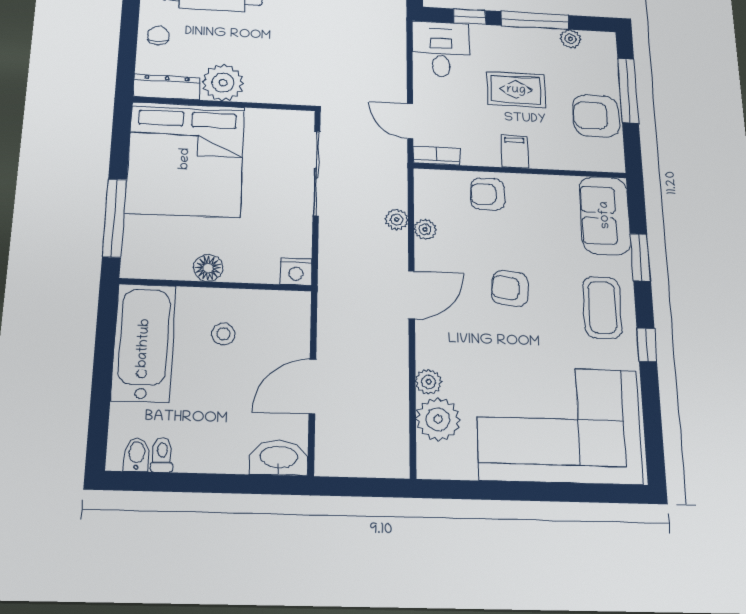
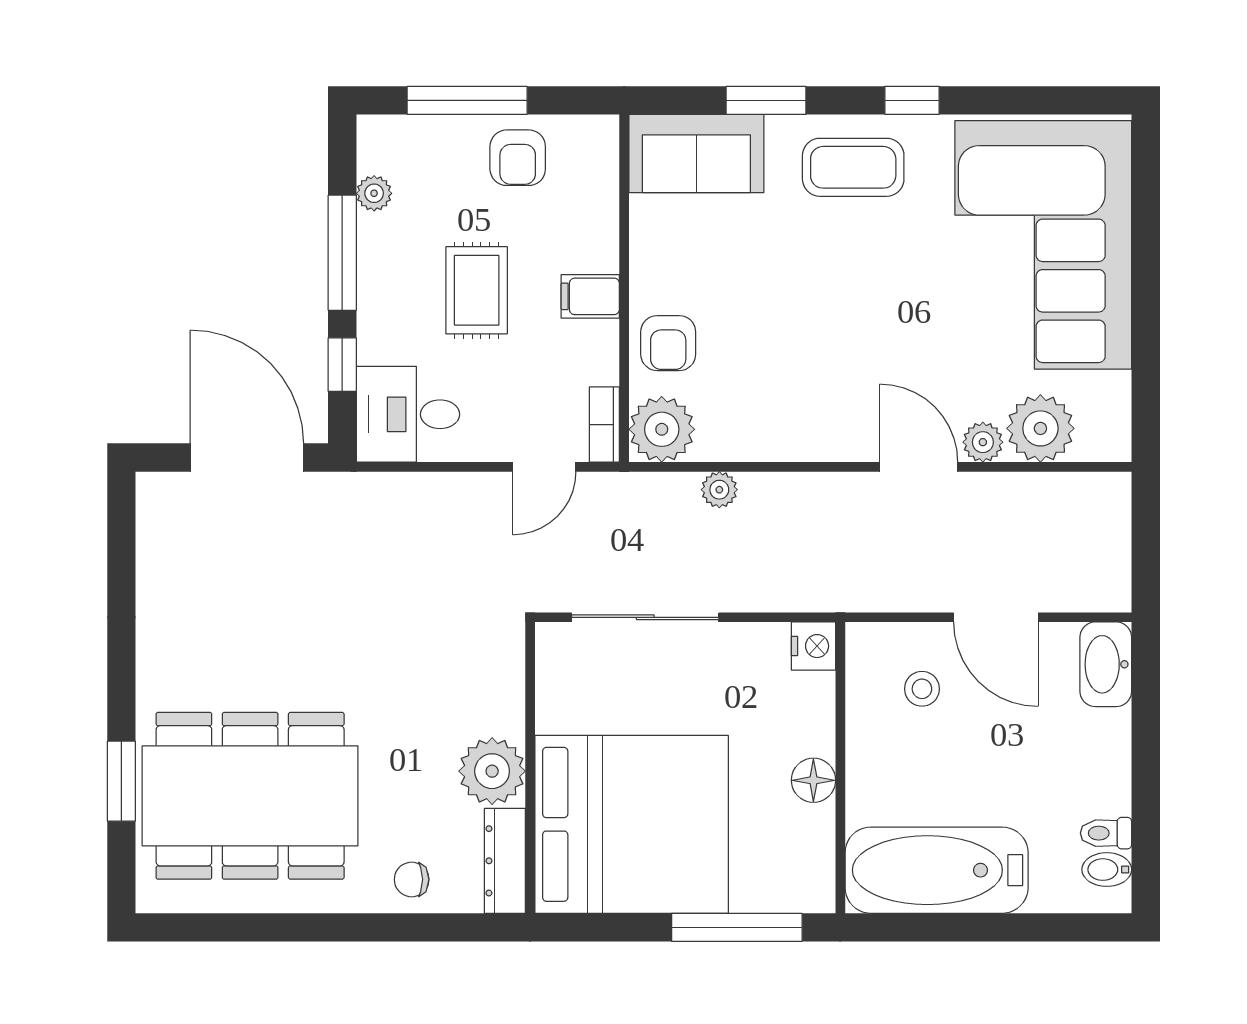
armchair: (596, 116) -> (518, 158), width x0.72, depth x0.72
plant: (425, 229) -> (662, 429), moved, width x1.88, depth x1.88
armchair: (510, 288) -> (828, 313), removed
door: (412, 295) -> (919, 467), moved
stool: (223, 334) -> (922, 689), moved

